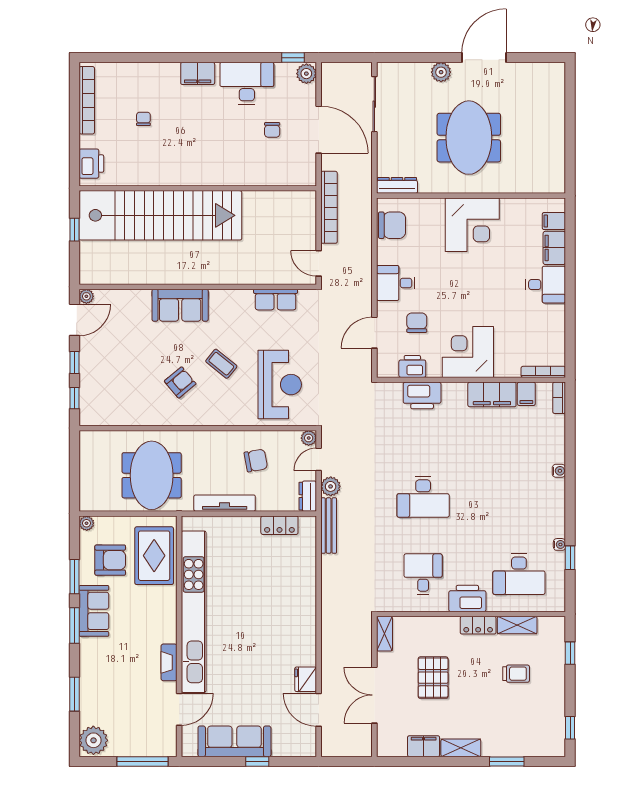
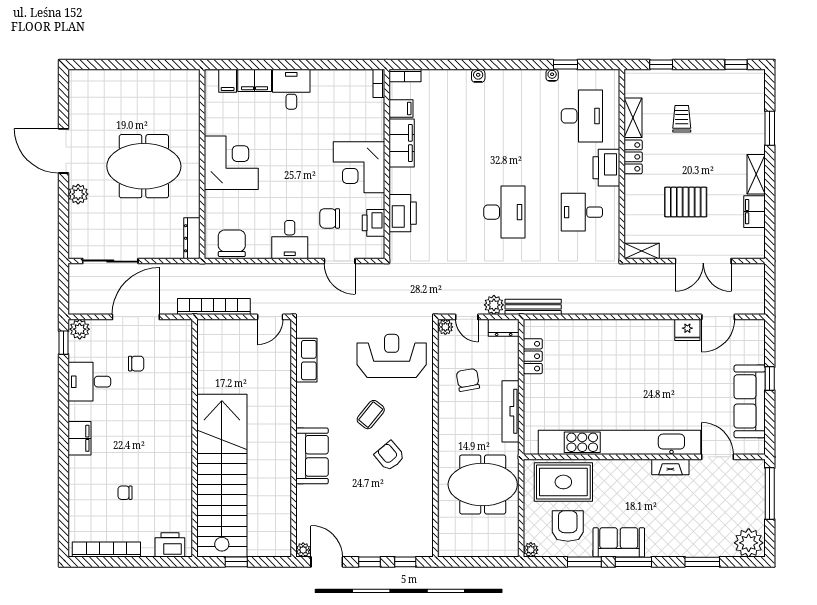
desk: (247, 83) -> (89, 382), width x0.73
bookcase: (543, 372) -> (379, 83), width x0.64

